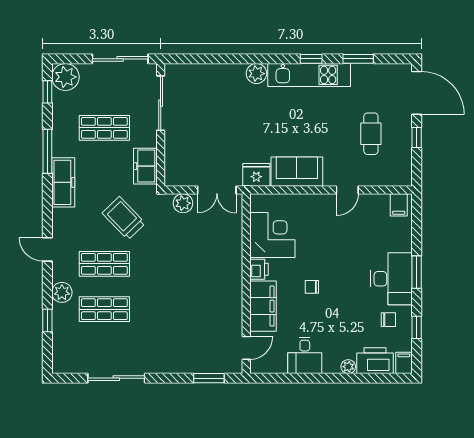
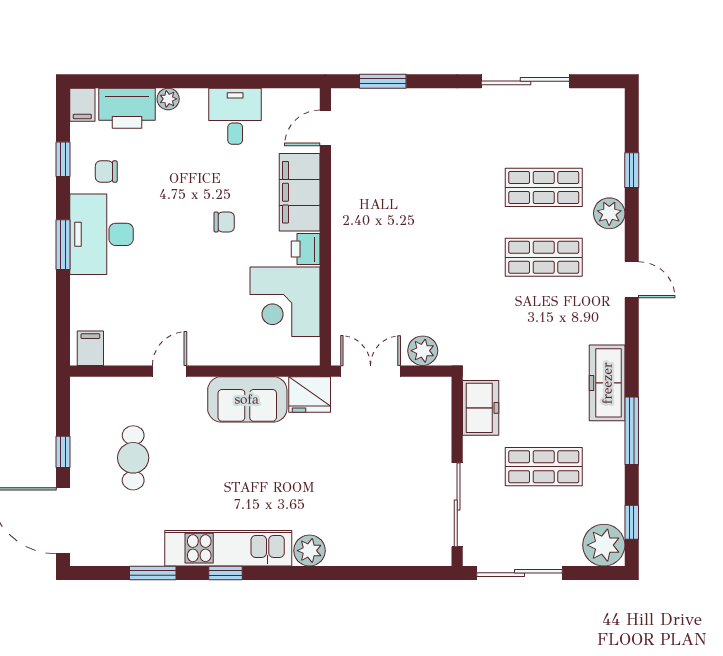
trolley: (124, 218) -> (514, 328), removed

